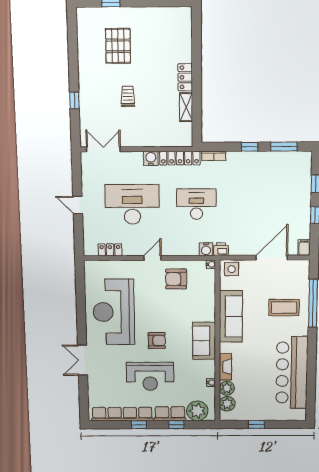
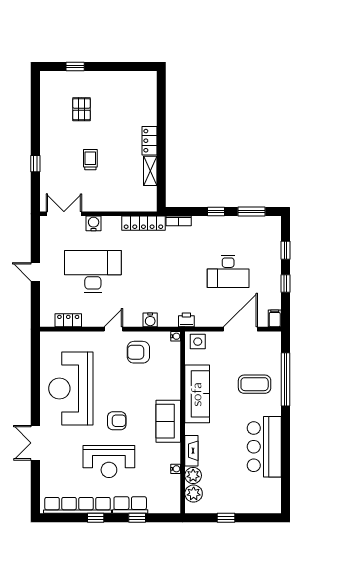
pallet: (118, 46) -> (82, 109), width x0.67, depth x0.71
water cooler: (151, 158) -> (94, 223), moved
desk: (196, 204) -> (228, 271), moved, turned 180
water cooler: (206, 249) -> (150, 320), moved
bar counter: (292, 373) -> (264, 447), width x0.73
plant: (197, 411) -> (161, 502), removed

